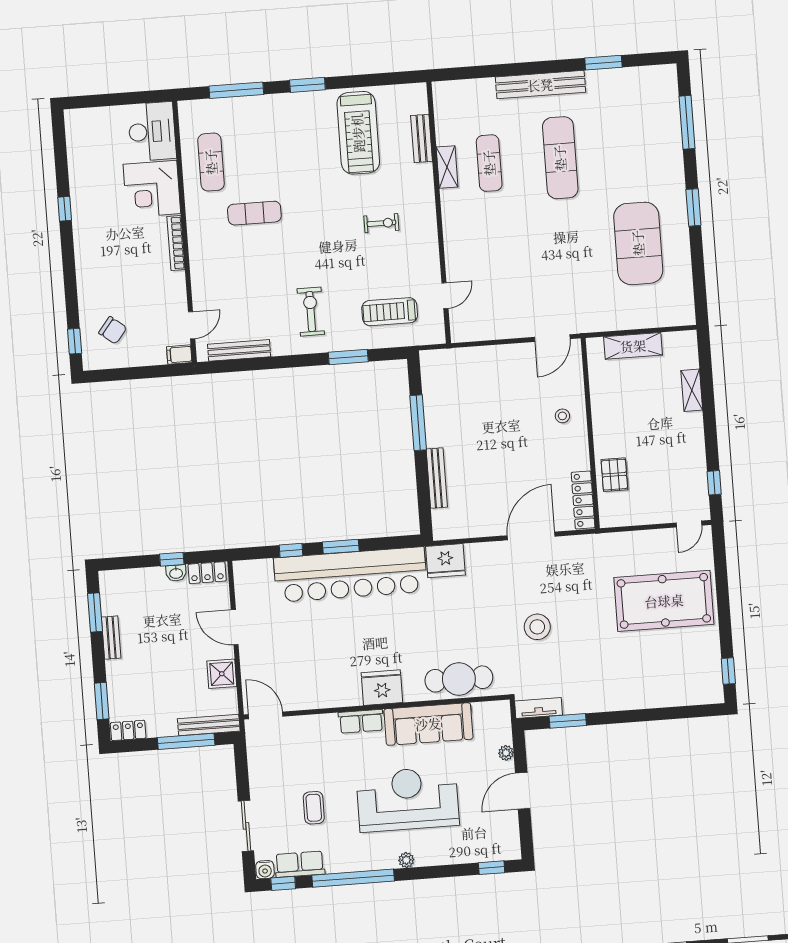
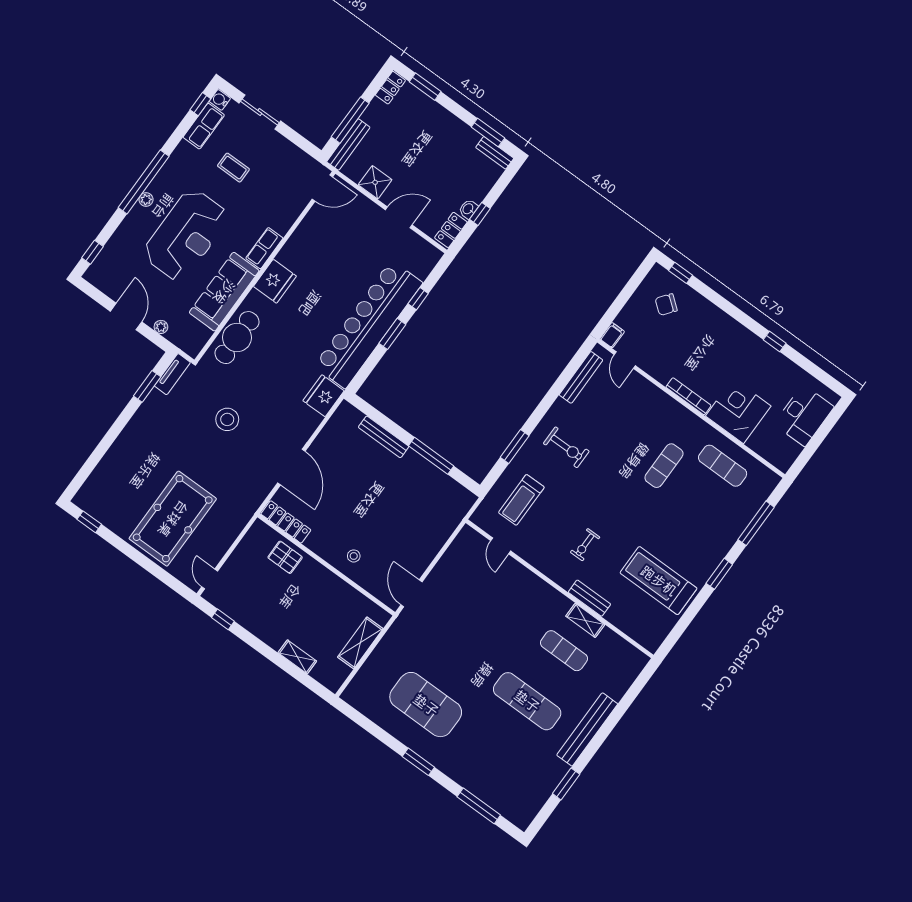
desk: (152, 131) -> (804, 415), moved, turned -90
bench: (422, 138) -> (589, 598), moved
treadmill: (390, 312) -> (521, 500), turned 180
bench: (111, 638) -> (495, 153), moved
window: (353, 878) -> (144, 182), moved

